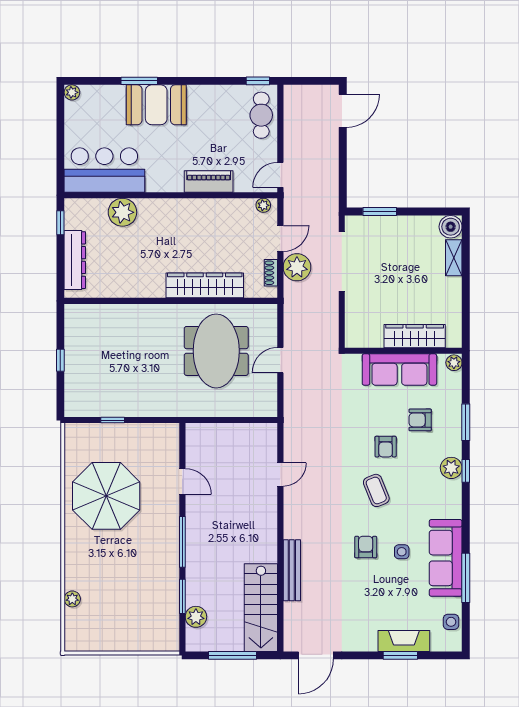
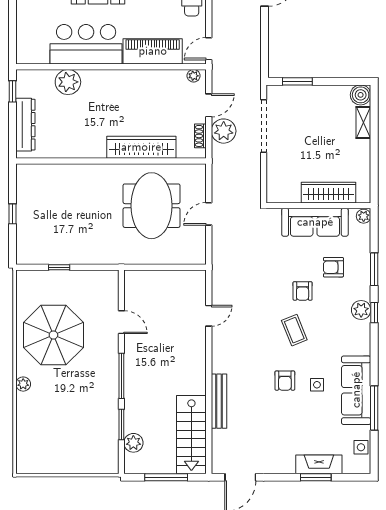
bar counter: (104, 170) -> (86, 44), moved
piano: (209, 182) -> (153, 51), width x1.37, depth x1.33
armchair: (366, 547) -> (285, 381), turned 180
plant: (72, 599) -> (23, 384), moved

